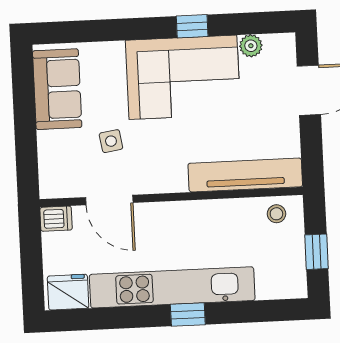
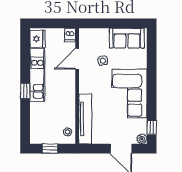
window: (192, 26) -> (152, 127), moved
plant: (251, 46) -> (142, 139), moved
kitchen unit: (172, 287) -> (37, 75), width x0.73

